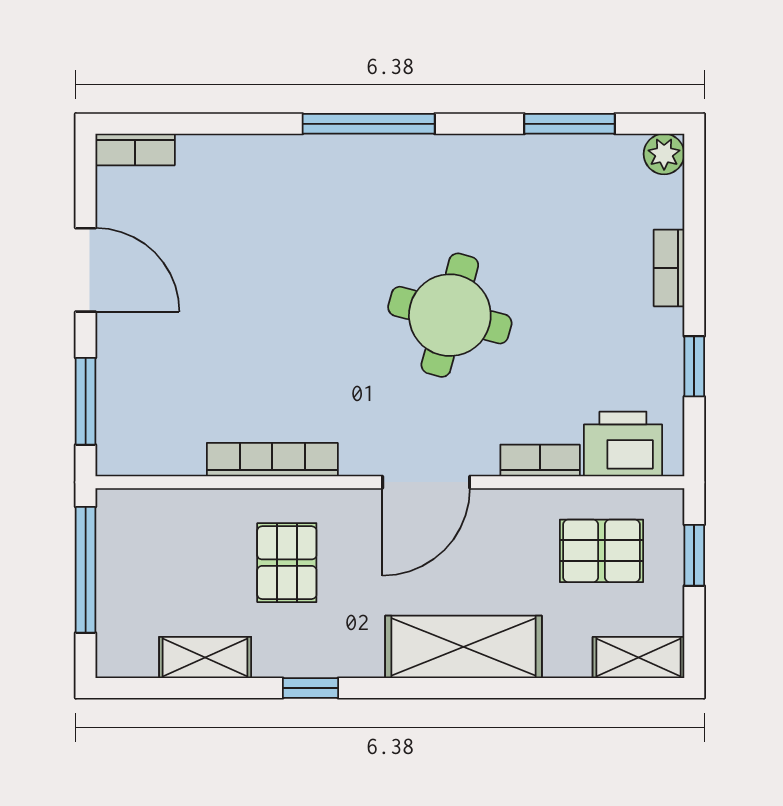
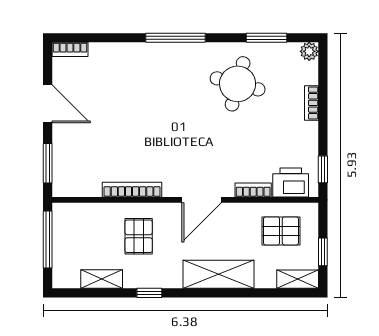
round table: (450, 315) -> (238, 84), moved
window: (694, 366) -> (323, 169), moved
window: (694, 555) -> (323, 252), moved

